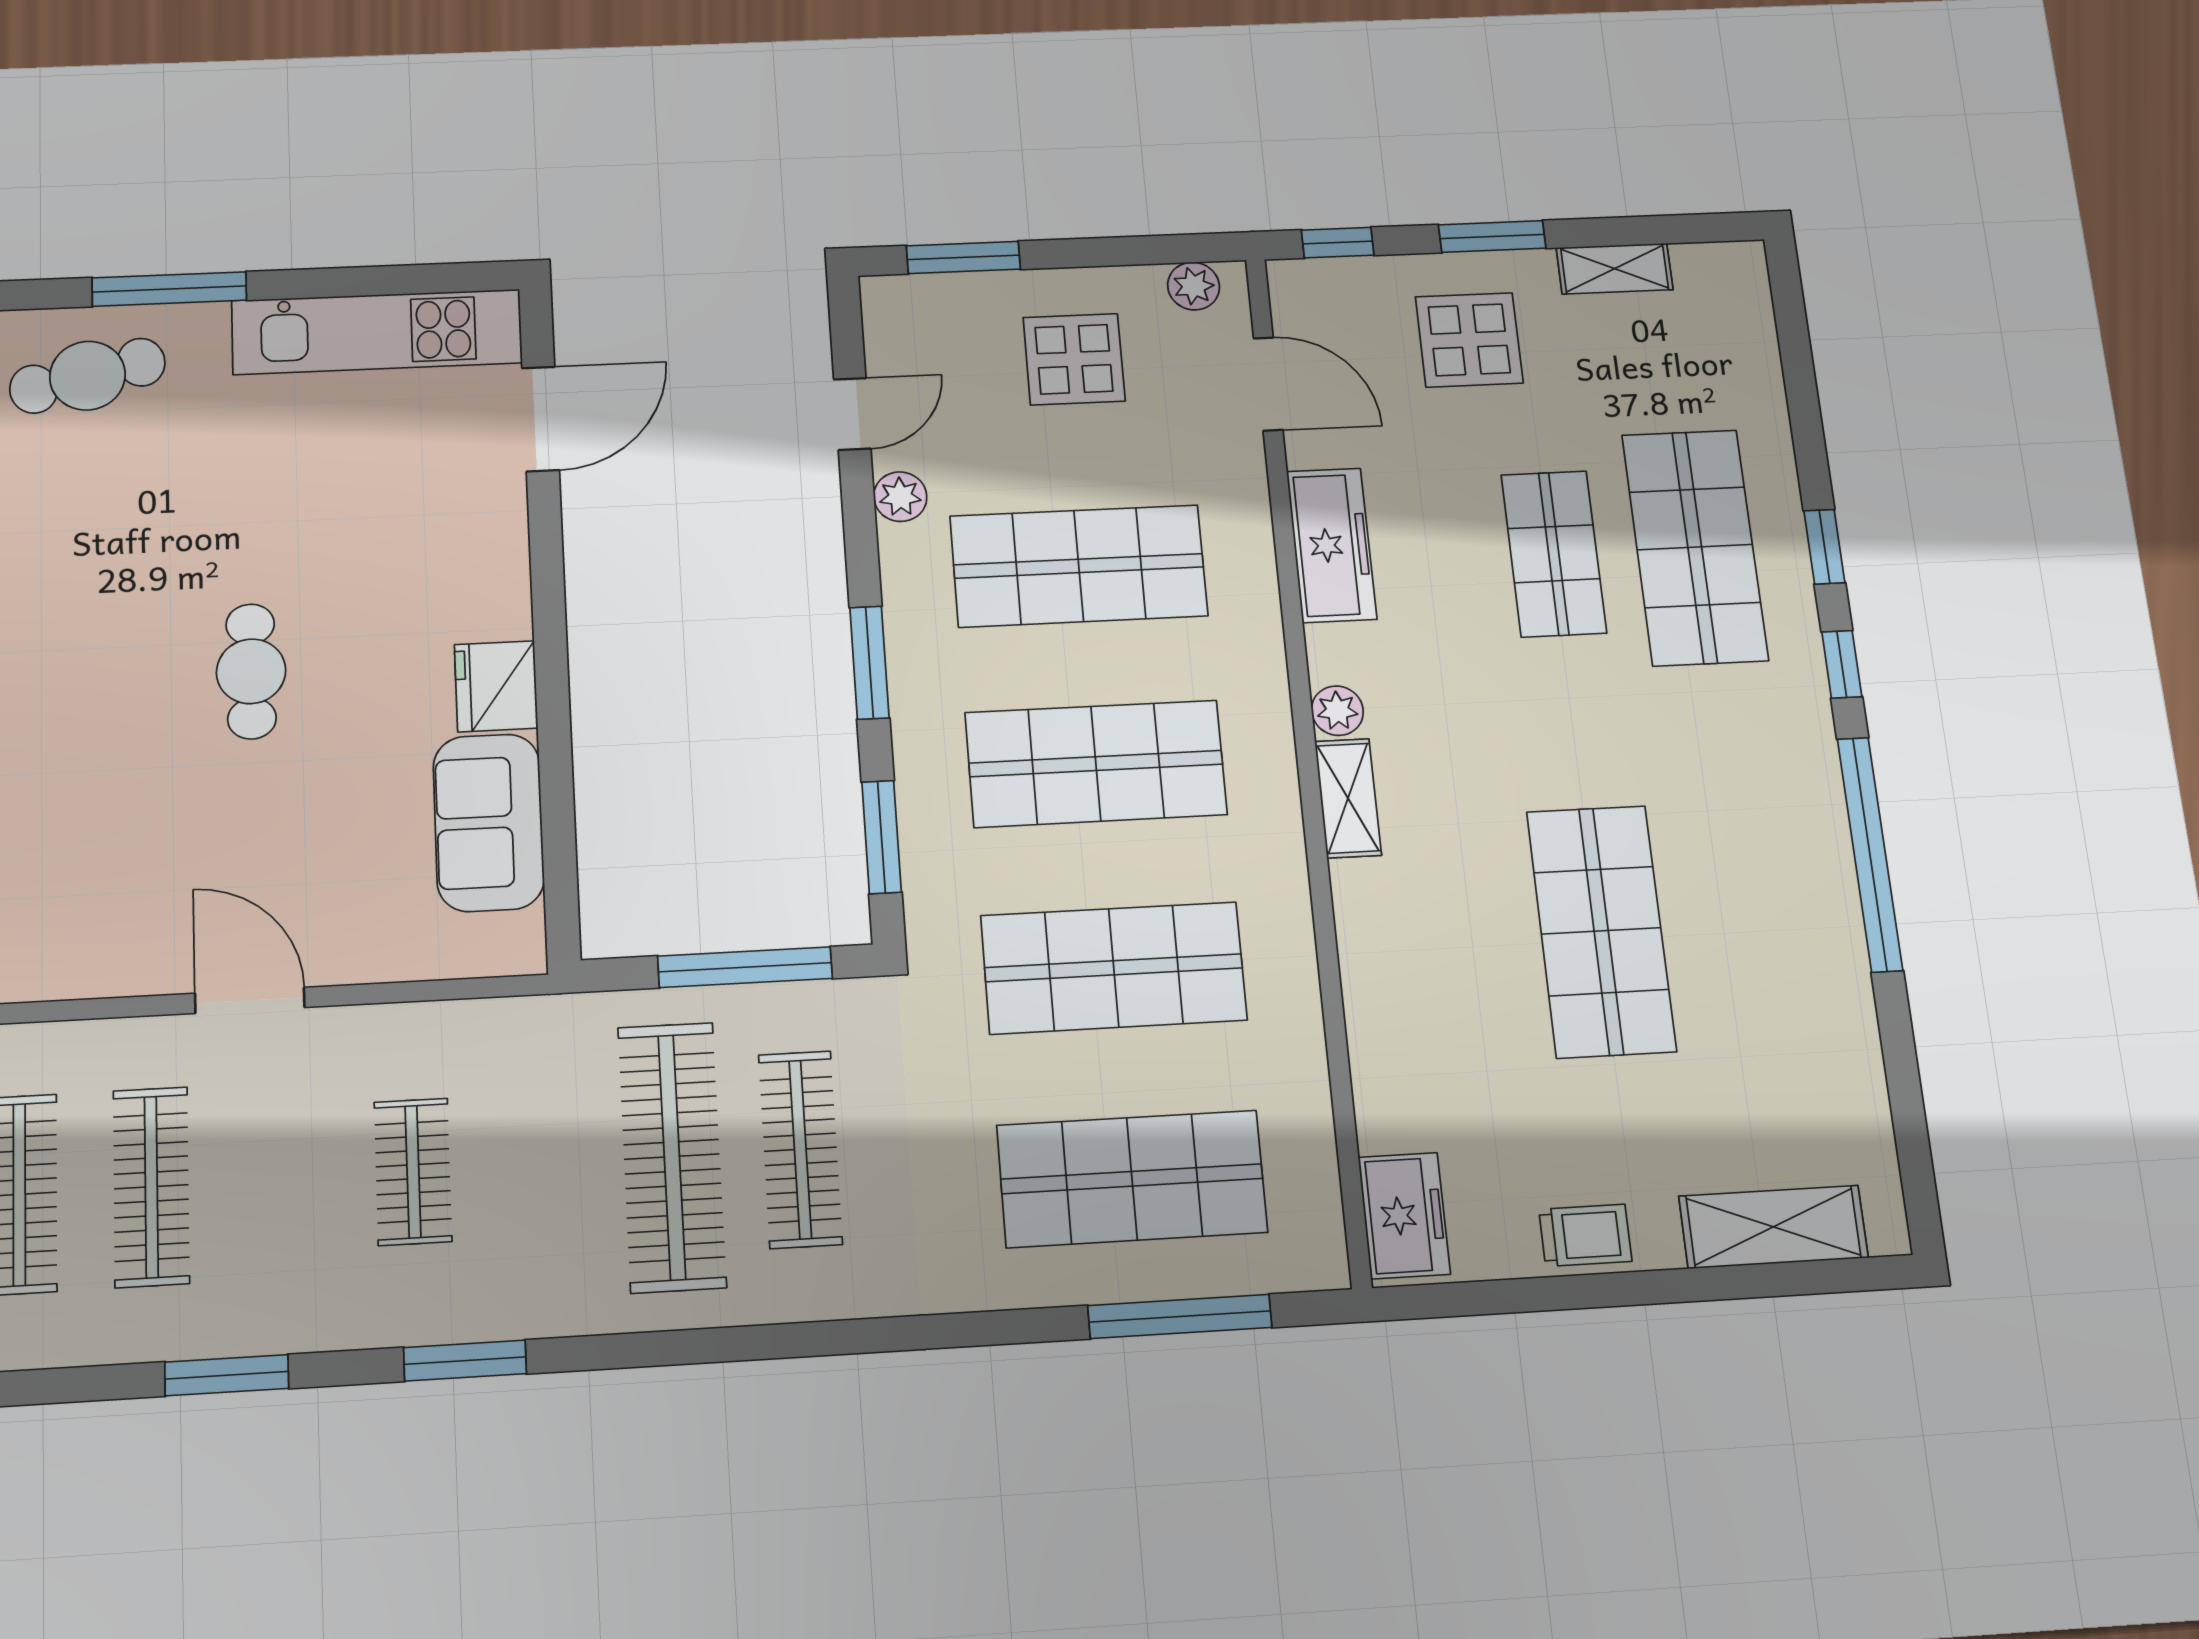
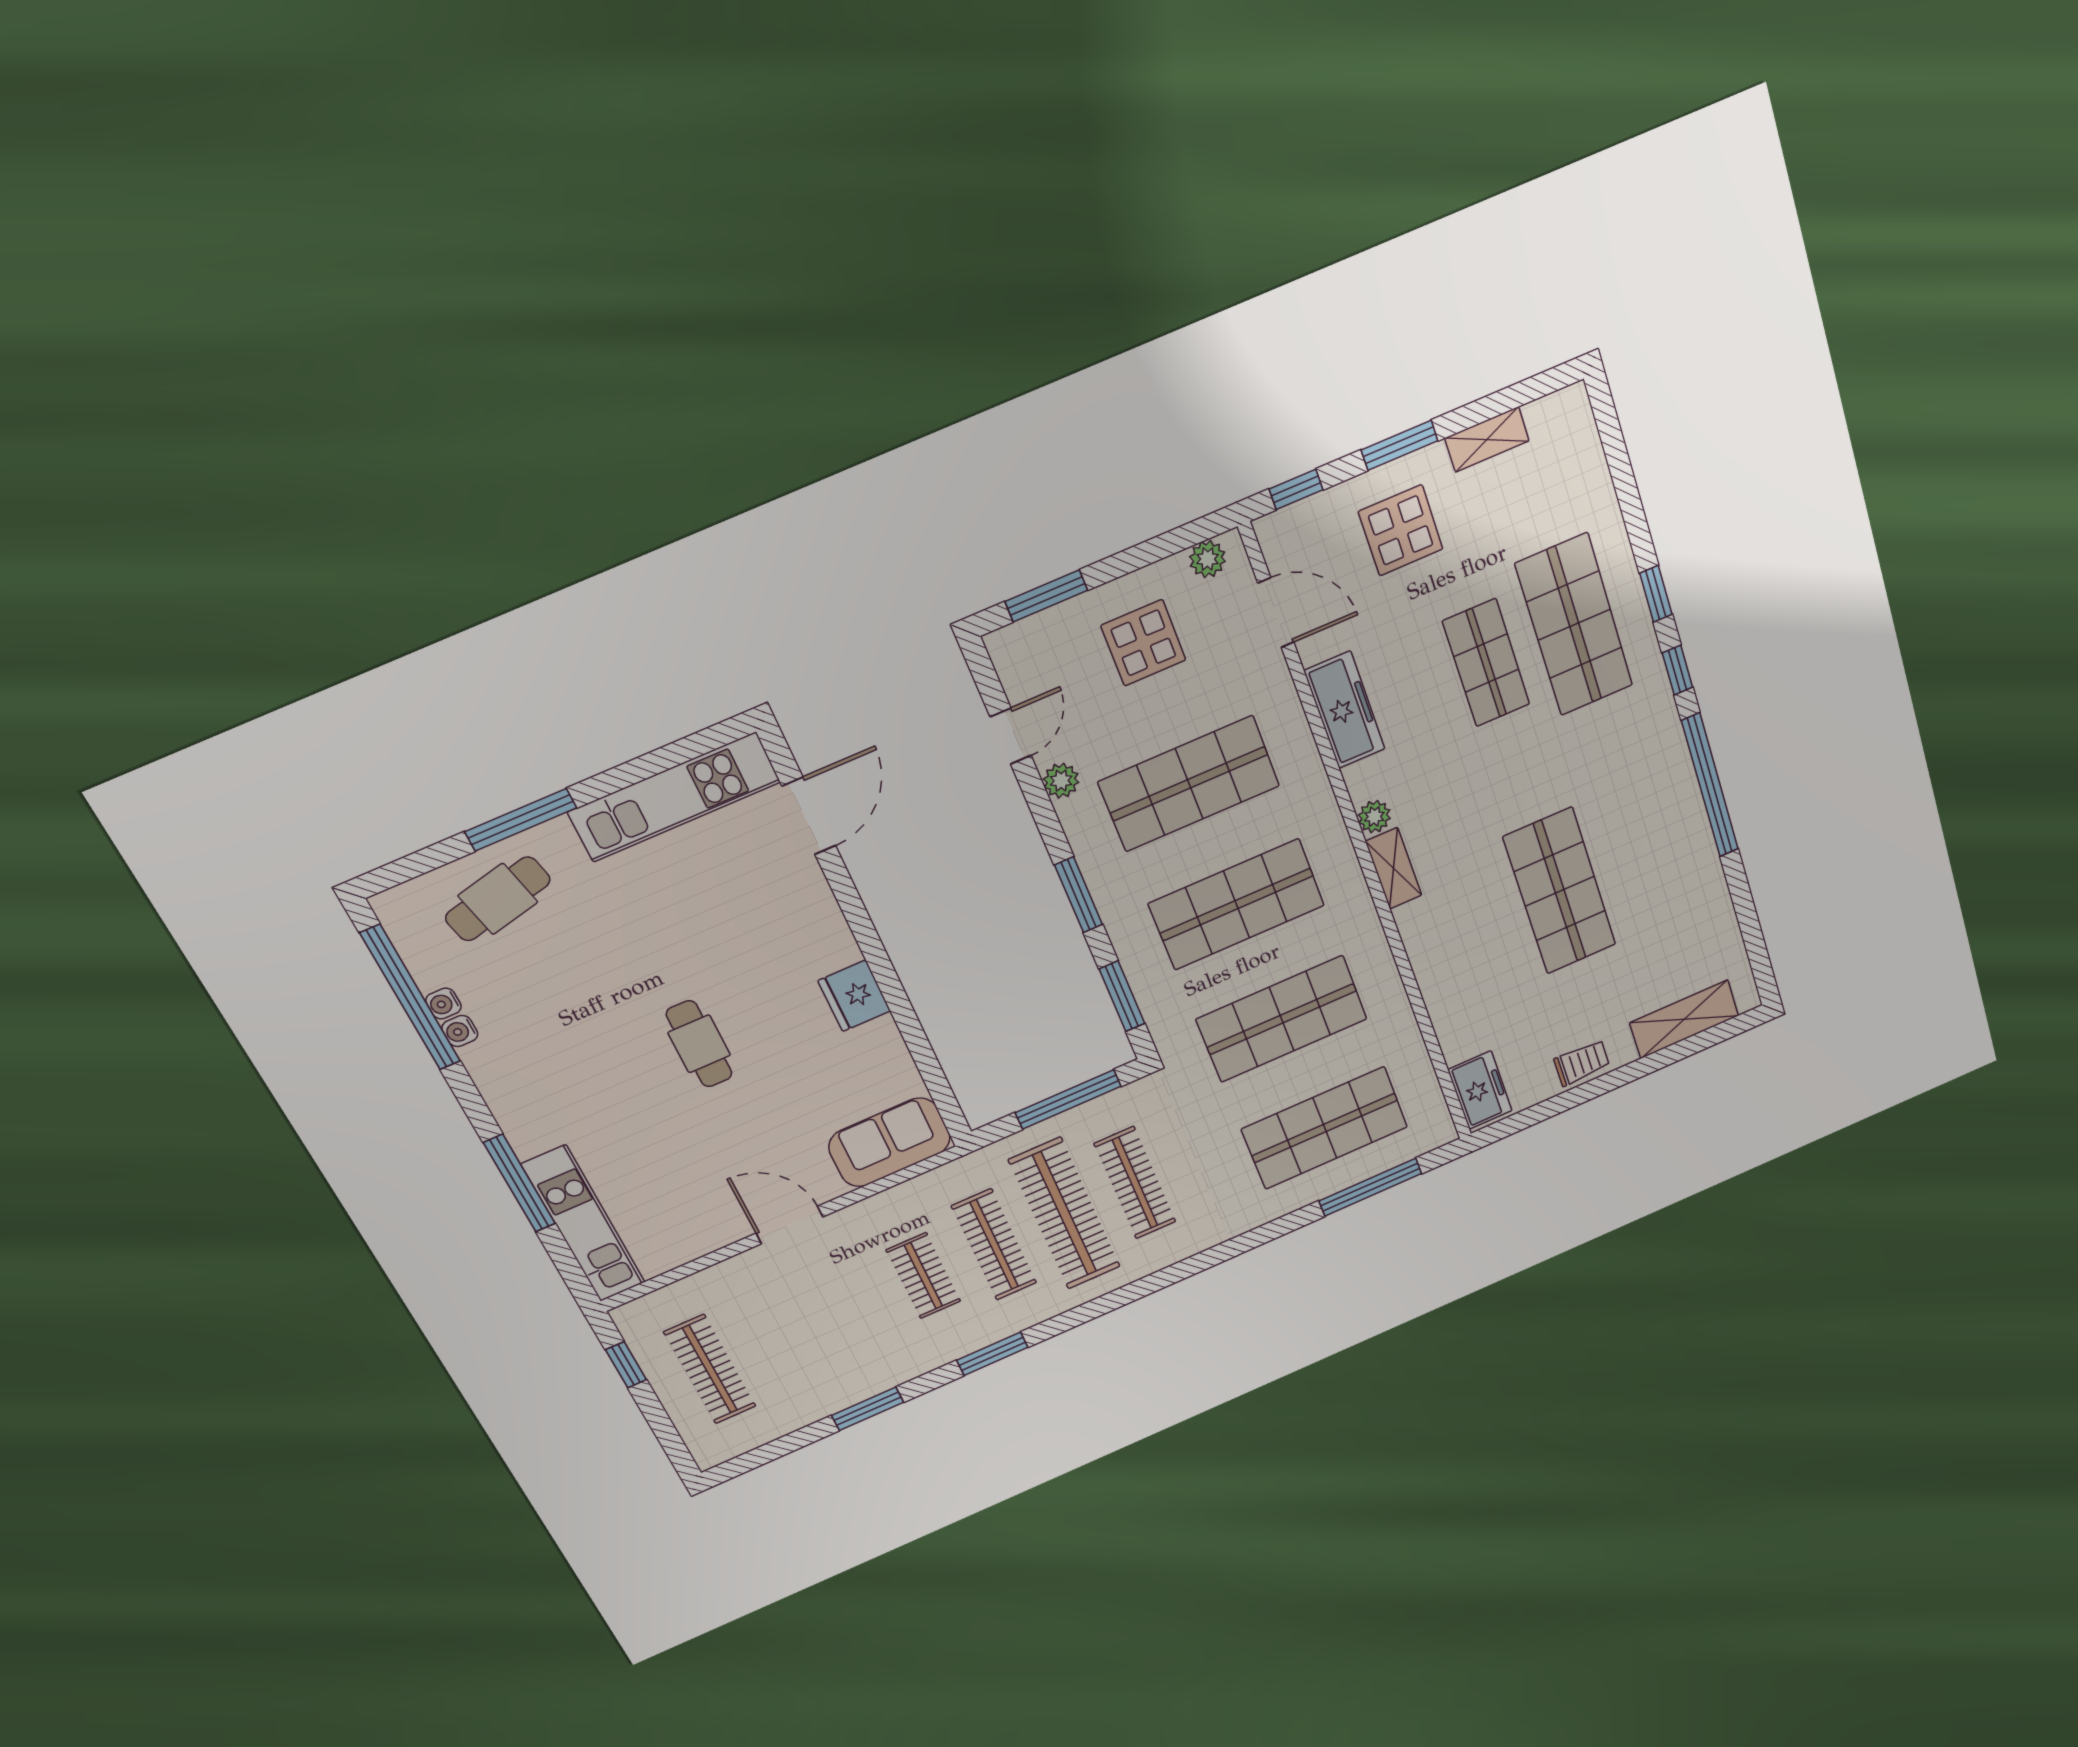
sofa: (489, 822) -> (890, 1142), moved, turned 90
clothes rail: (151, 1187) -> (994, 1245), moved

